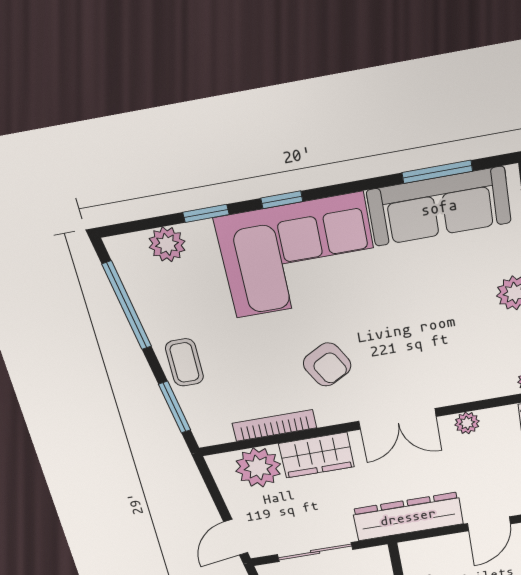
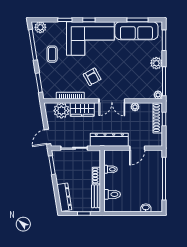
plant: (167, 244) -> (40, 27), moved
coffee table: (184, 362) -> (52, 54), moved

